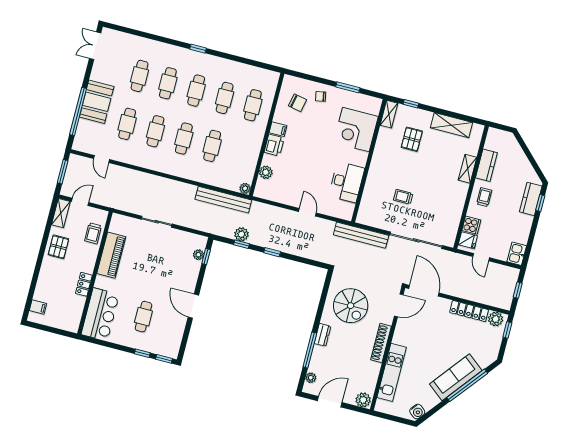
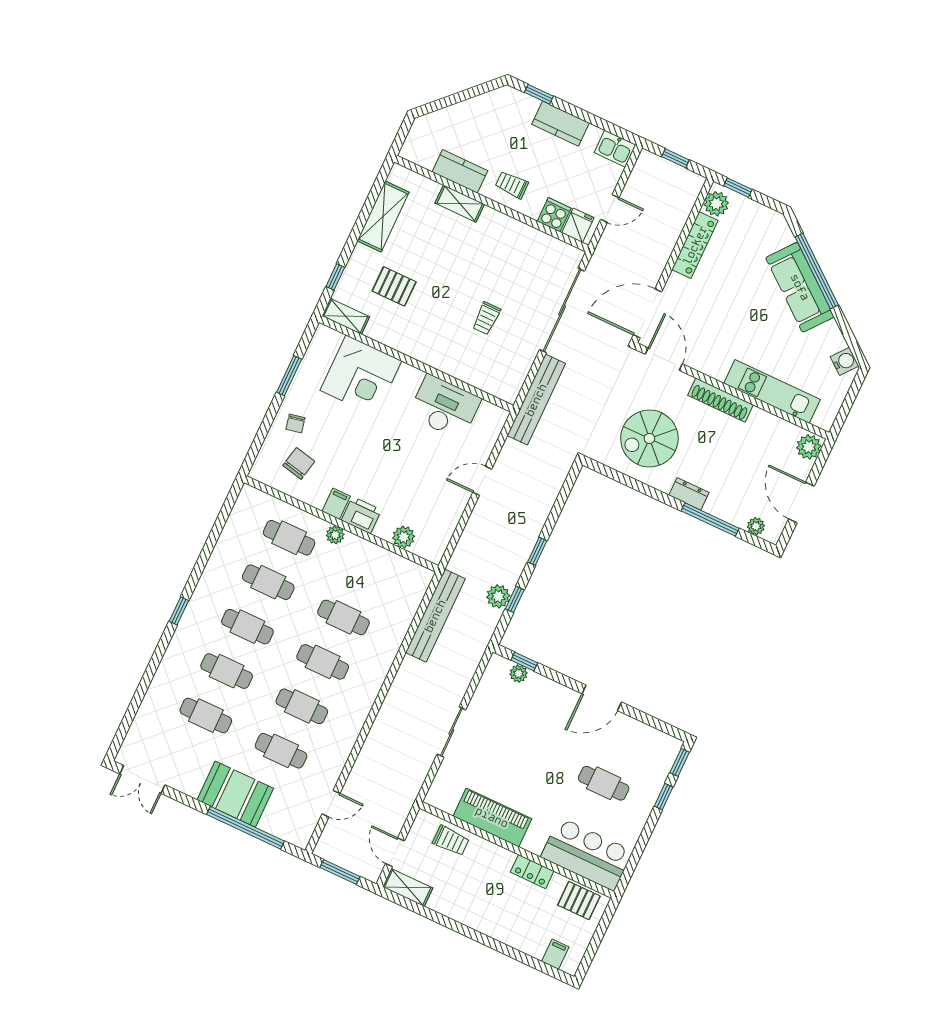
plant: (245, 188) -> (335, 535), moved
kitchen counter: (531, 199) -> (560, 124), moved
pallet: (58, 247) -> (579, 901), moved
spiral stairs: (351, 306) -> (649, 438), turned 180

